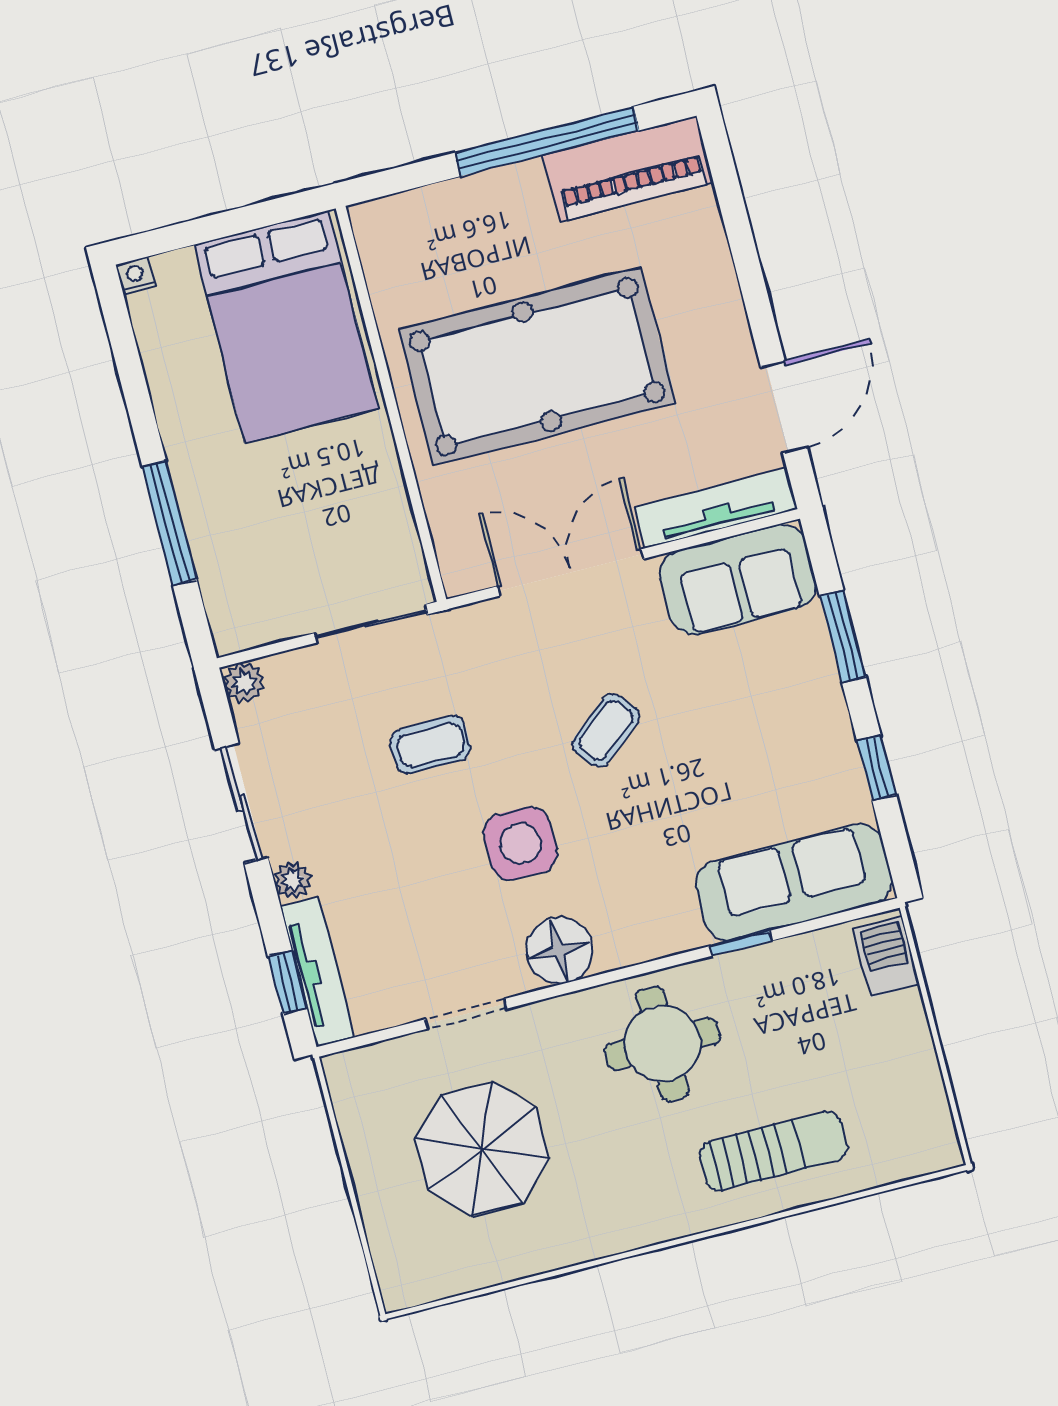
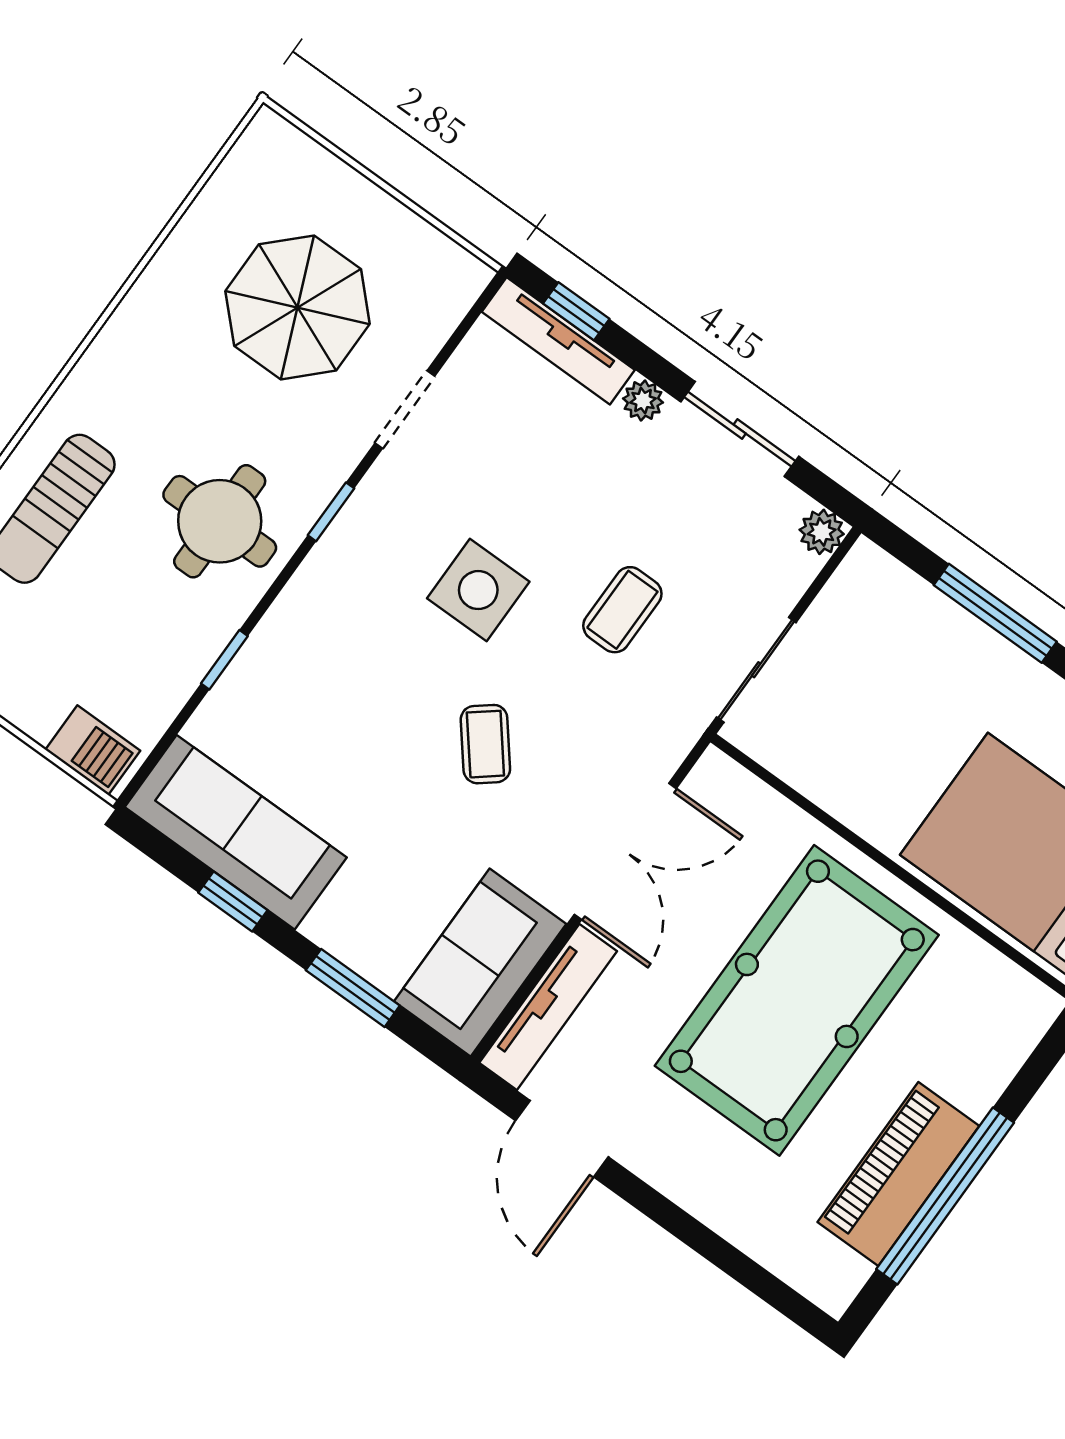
piano: (628, 169) -> (898, 1174), moved
sofa: (794, 882) -> (236, 832), moved, turned -90
floor lamp: (559, 951) -> (371, 527), removed
window: (578, 985) -> (331, 512), added

